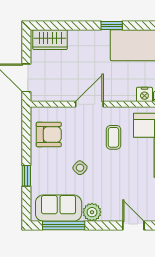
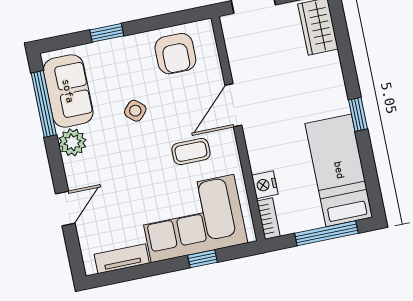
door: (89, 104) -> (233, 105), swing flipped

